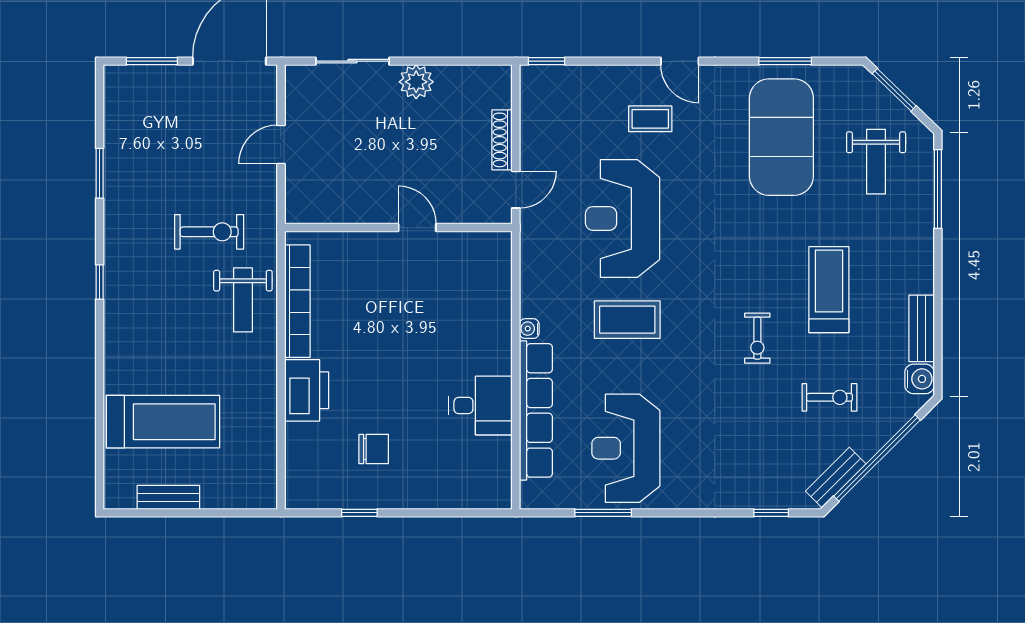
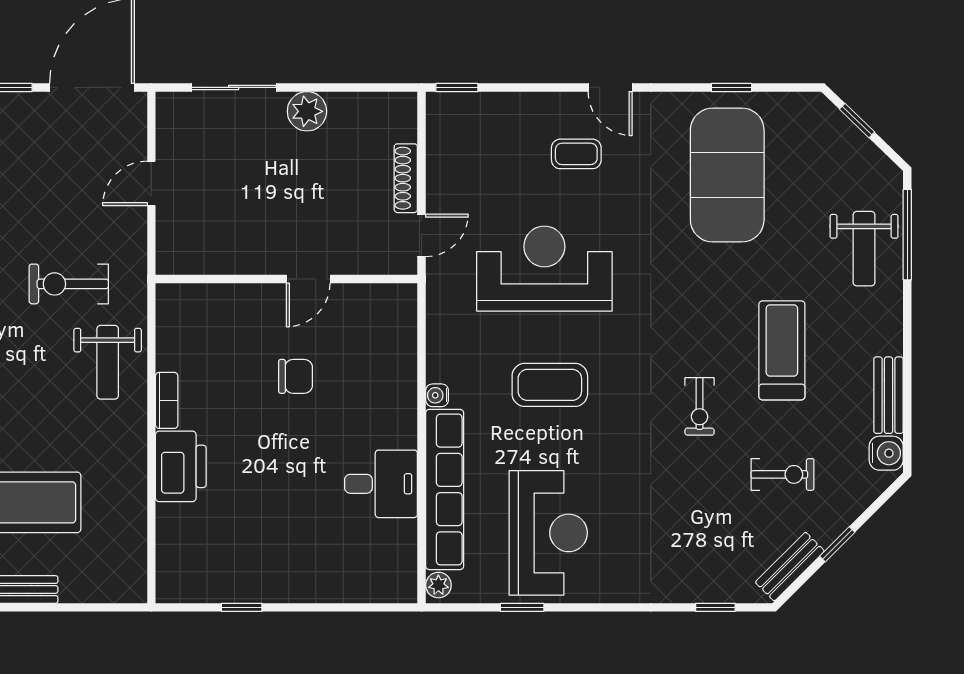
window: (785, 61) -> (731, 87), width x0.67
window: (894, 90) -> (857, 121), width x0.67
weight bench: (876, 162) -> (864, 249), moved
reception desk: (623, 218) -> (544, 269), turned 90
door: (417, 228) -> (308, 279), swing flipped
exercise bike: (209, 232) -> (69, 284), turned 180
bookcase: (297, 301) -> (167, 400), width x0.43, depth x0.76
reception desk: (626, 448) -> (548, 533), turned 180
chair: (374, 449) -> (296, 376), moved
window: (877, 458) -> (837, 544), width x0.32
plant: (530, 494) -> (438, 585), added
window: (603, 513) -> (522, 607), width x0.67

